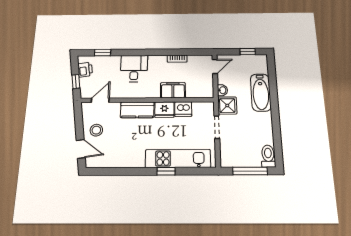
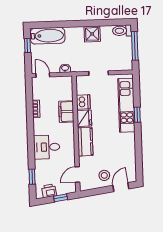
bathtub: (261, 92) -> (48, 36), moved
door: (100, 100) -> (77, 175), hinge flipped
shower: (227, 105) -> (92, 34), moved

